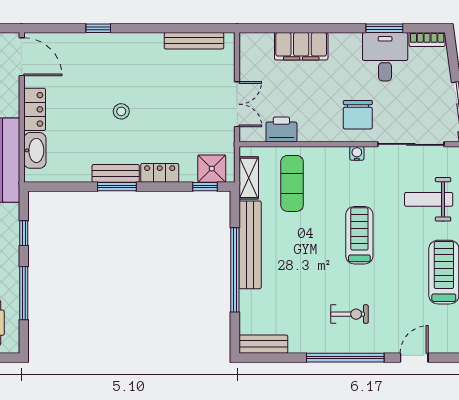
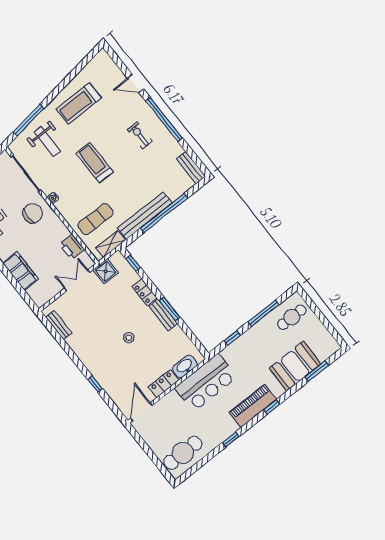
bench: (194, 41) -> (59, 325), width x0.73
shower: (212, 169) -> (106, 271), moved
treadmill: (359, 235) -> (95, 163), turned 90

